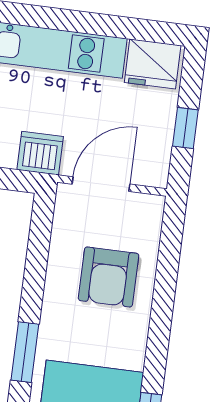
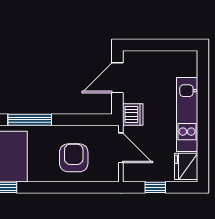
armchair: (109, 277) -> (74, 158), turned 90
window: (25, 352) -> (30, 120), width x1.44

